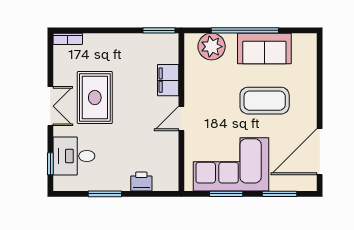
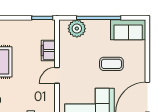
sofa: (264, 48) -> (128, 30), moved
coffee table: (265, 101) -> (111, 64), width x0.73, depth x0.76

